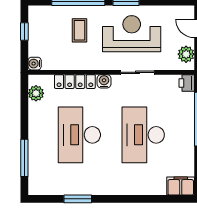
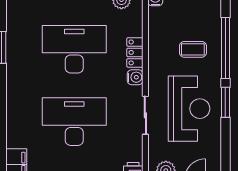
locker: (75, 82) -> (135, 52), width x0.66

